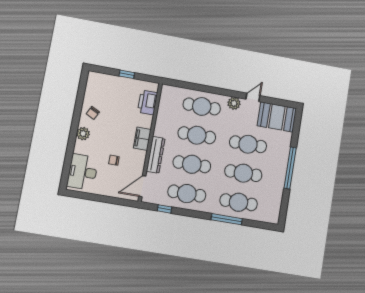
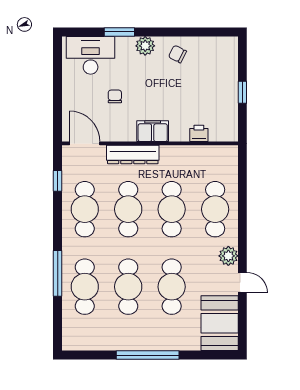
printer: (148, 102) -> (199, 133), width x0.53, depth x0.68
window: (70, 150) -> (119, 32), added

